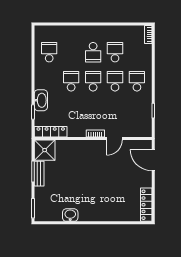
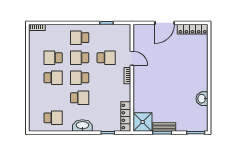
school desk: (49, 52) -> (53, 118), turned 180
school desk: (71, 81) -> (80, 98), turned 180
washbasin: (41, 100) -> (82, 126), moved
school desk: (115, 110) -> (106, 58), added
door: (153, 160) -> (165, 23), moved

